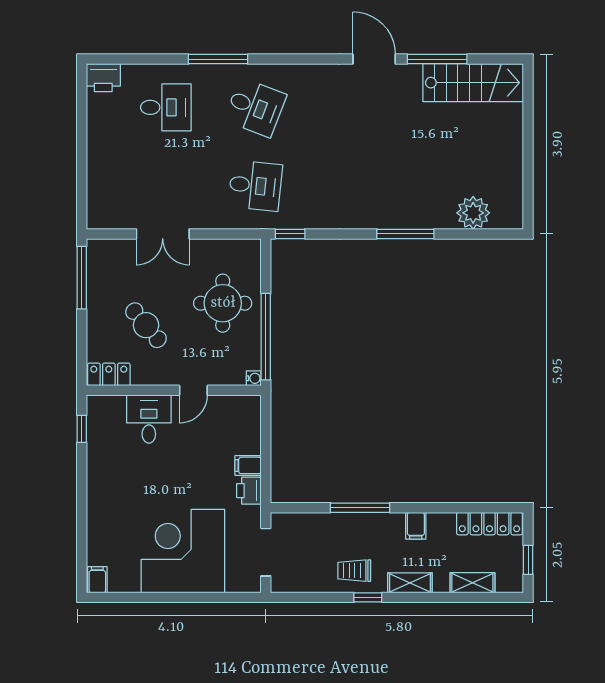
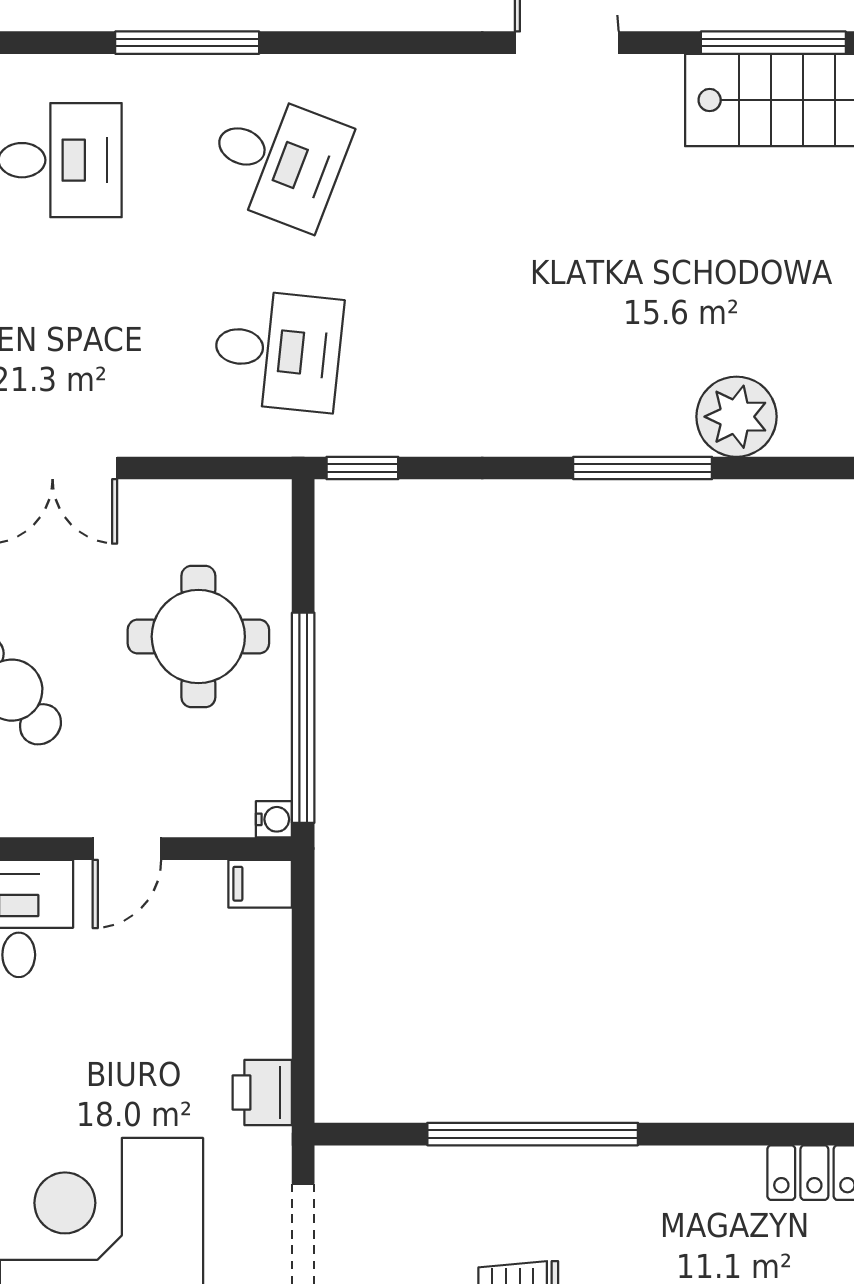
window: (437, 59) -> (773, 43), moved
plant: (473, 213) -> (736, 417), moved
filing cabinet: (248, 465) -> (260, 884), moved
window: (360, 508) -> (533, 1134), width x1.46
filing cabinet: (416, 526) -> (668, 1178), removed

